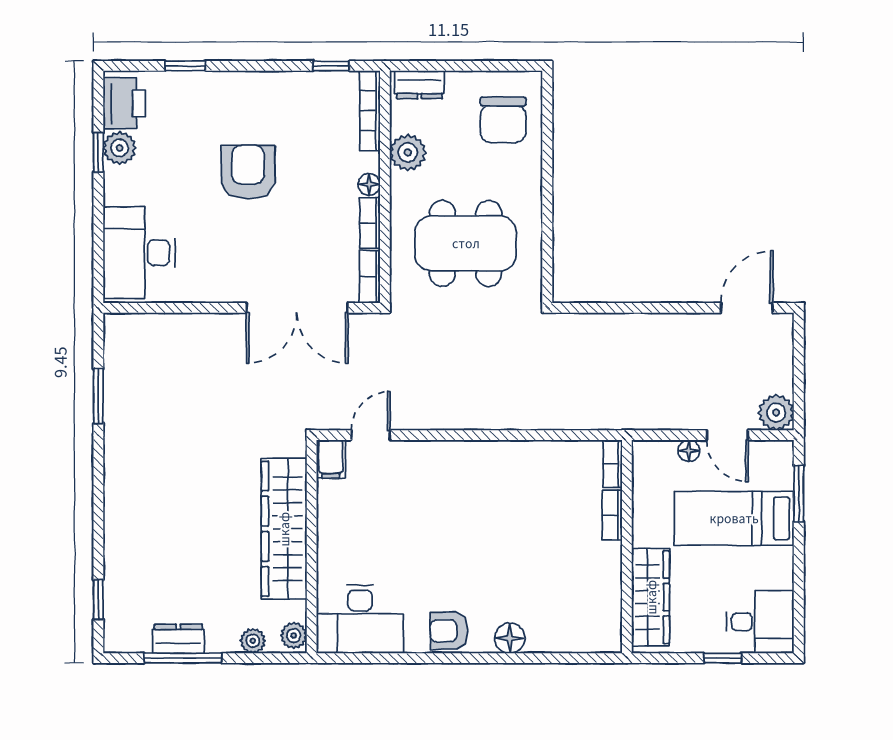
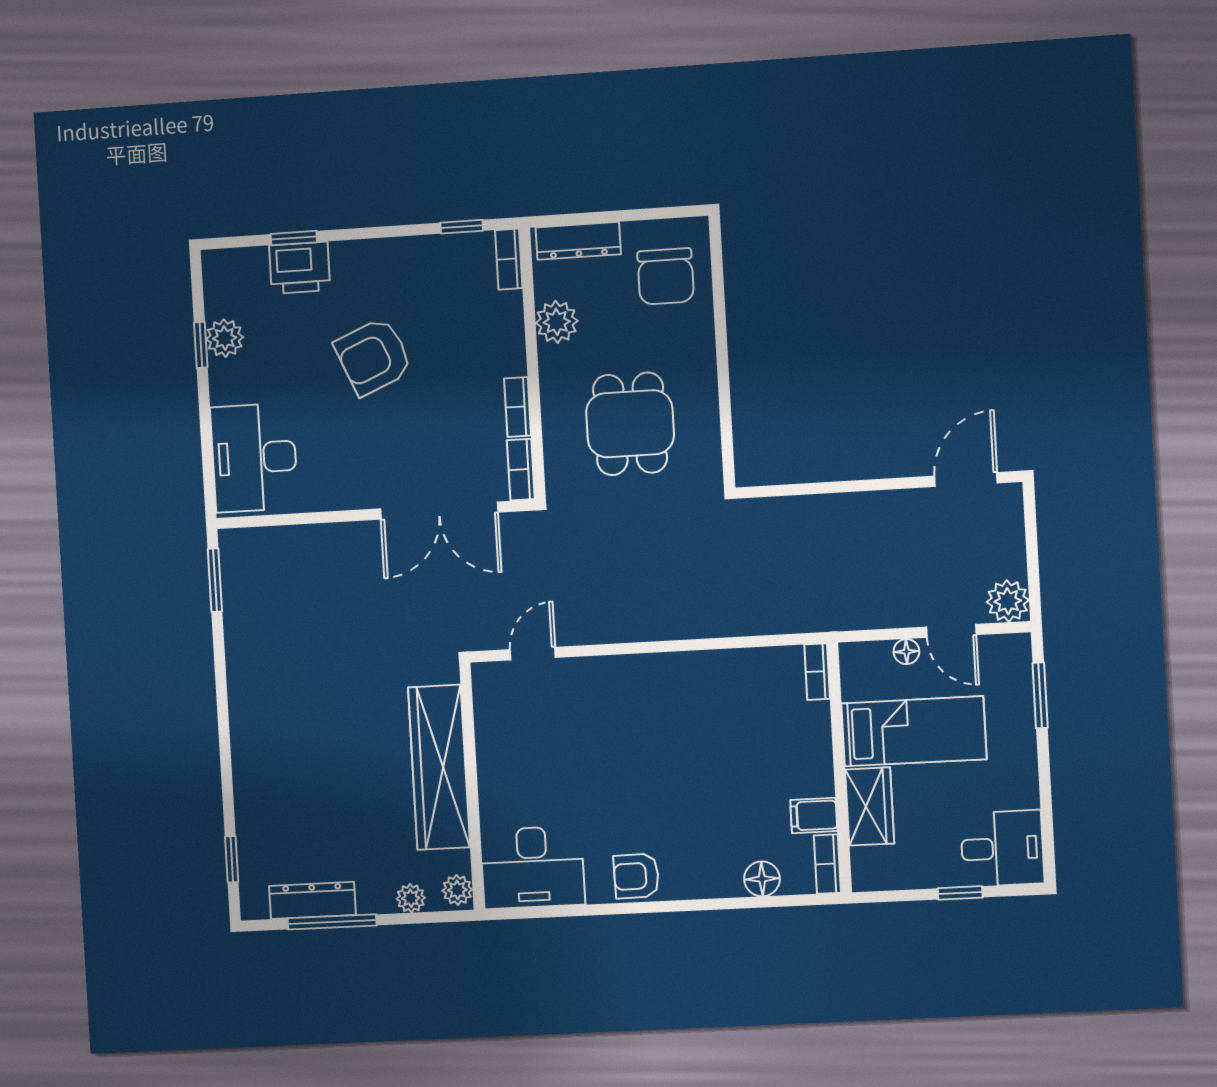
dresser: (419, 85) -> (578, 241), width x1.44
printer: (124, 103) -> (300, 268), moved, turned 90
bookcase: (370, 111) -> (509, 259), width x0.64
armchair: (248, 172) -> (373, 357), turned -113
floor lamp: (369, 184) -> (514, 362), removed
dining table: (466, 243) -> (630, 424), width x0.73
window: (98, 396) -> (215, 580), moved
filing cabinet: (331, 459) -> (814, 815), moved, turned 90
bookcase: (612, 515) -> (827, 864), moved
bed: (734, 518) -> (914, 731), moved, turned 180
wardrobe: (651, 597) -> (870, 806), width x0.67
floor lamp: (510, 638) -> (762, 879), moved
dresser: (178, 639) -> (312, 900), width x1.44

